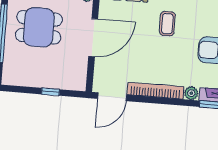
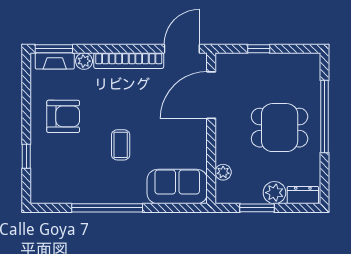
door: (93, 38) -> (211, 95), moved

